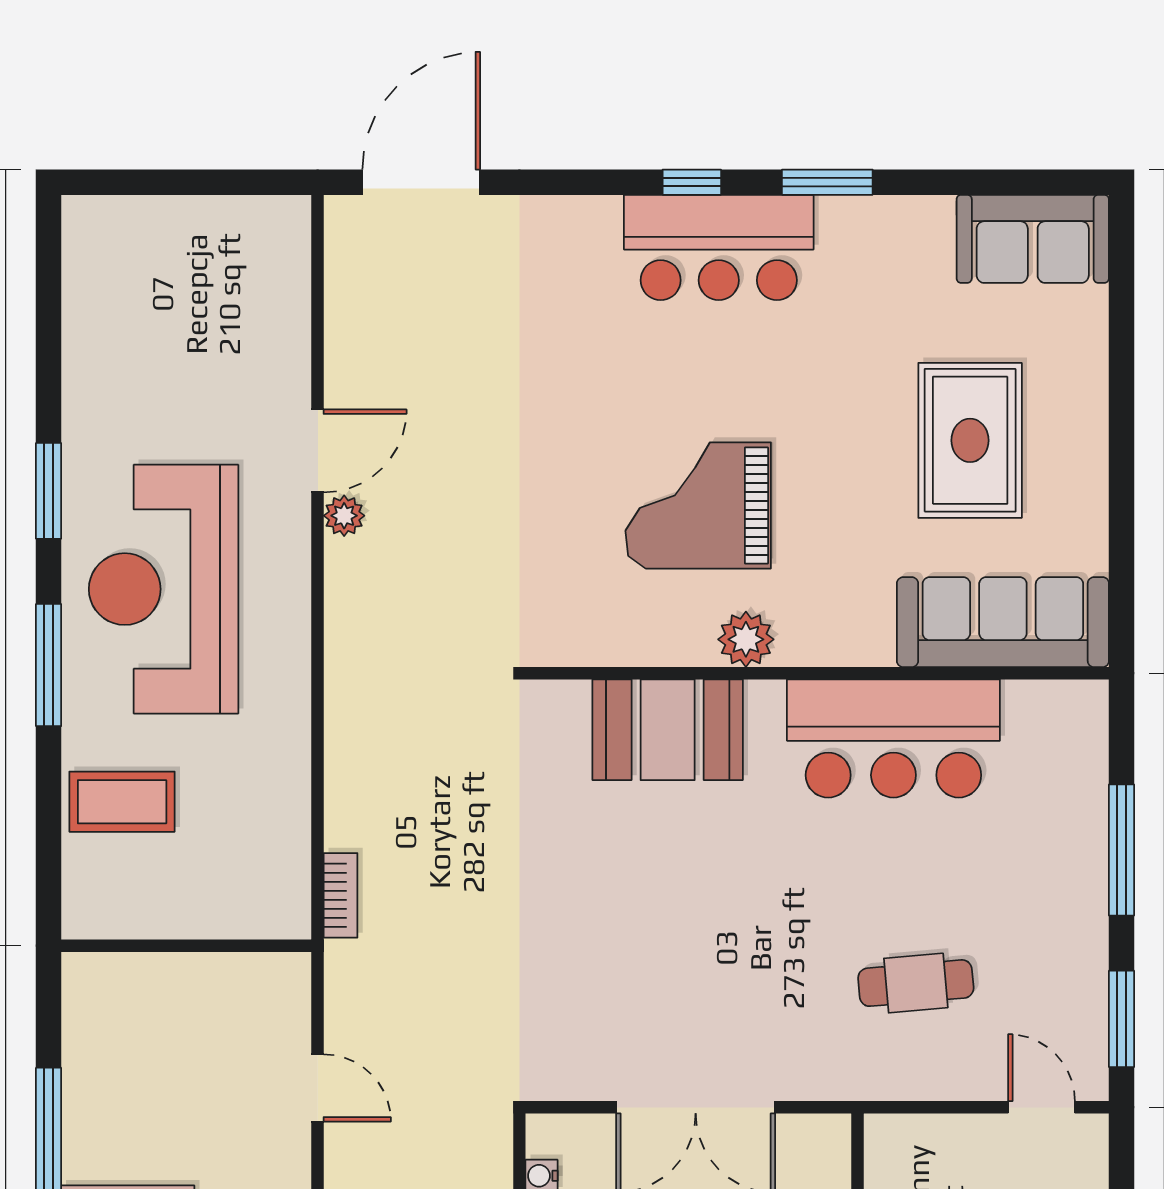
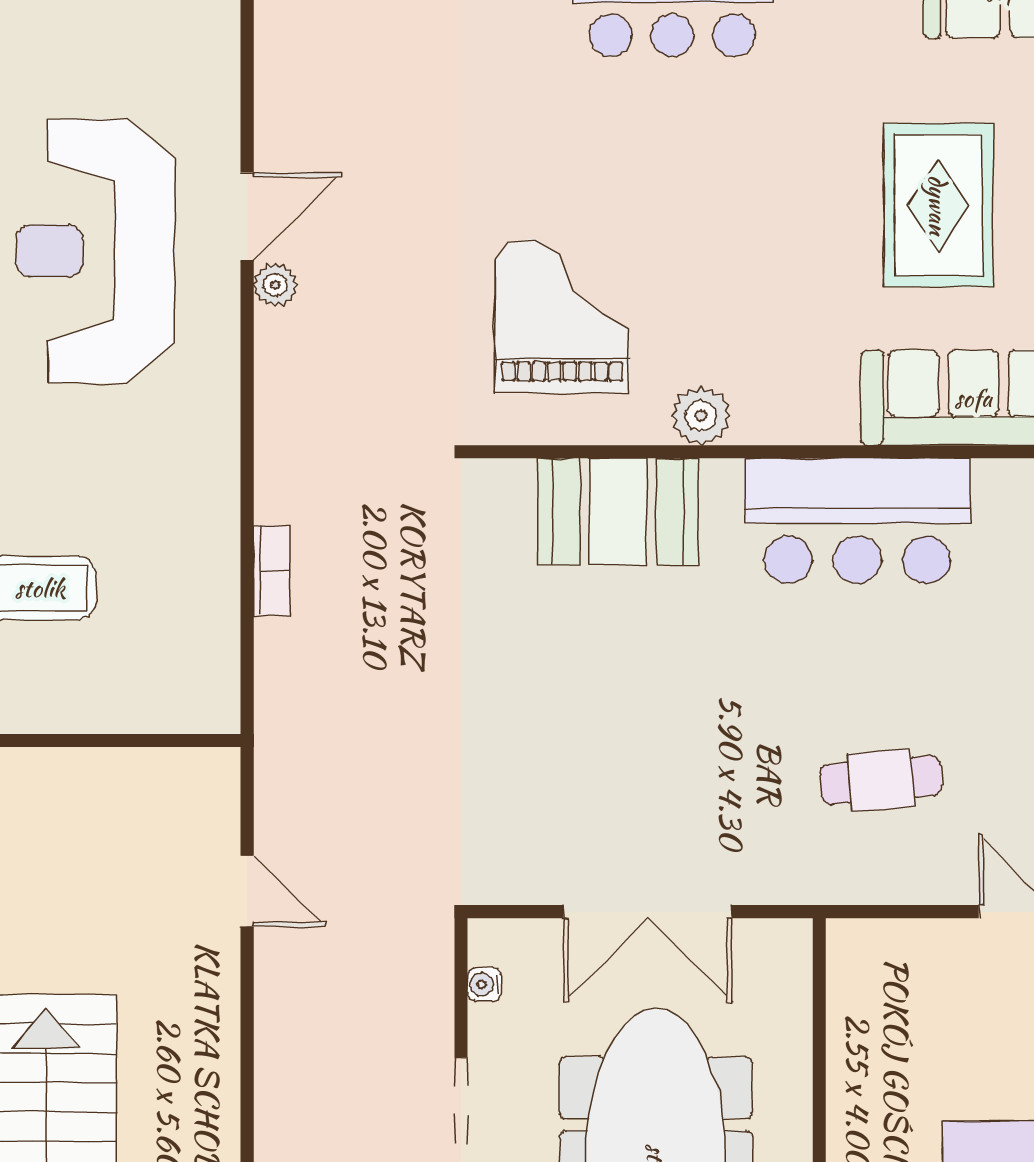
grand piano: (698, 505) -> (562, 316), moved, turned 90
reception desk: (164, 589) -> (95, 251), moved
bookcase: (341, 895) -> (271, 570), moved

